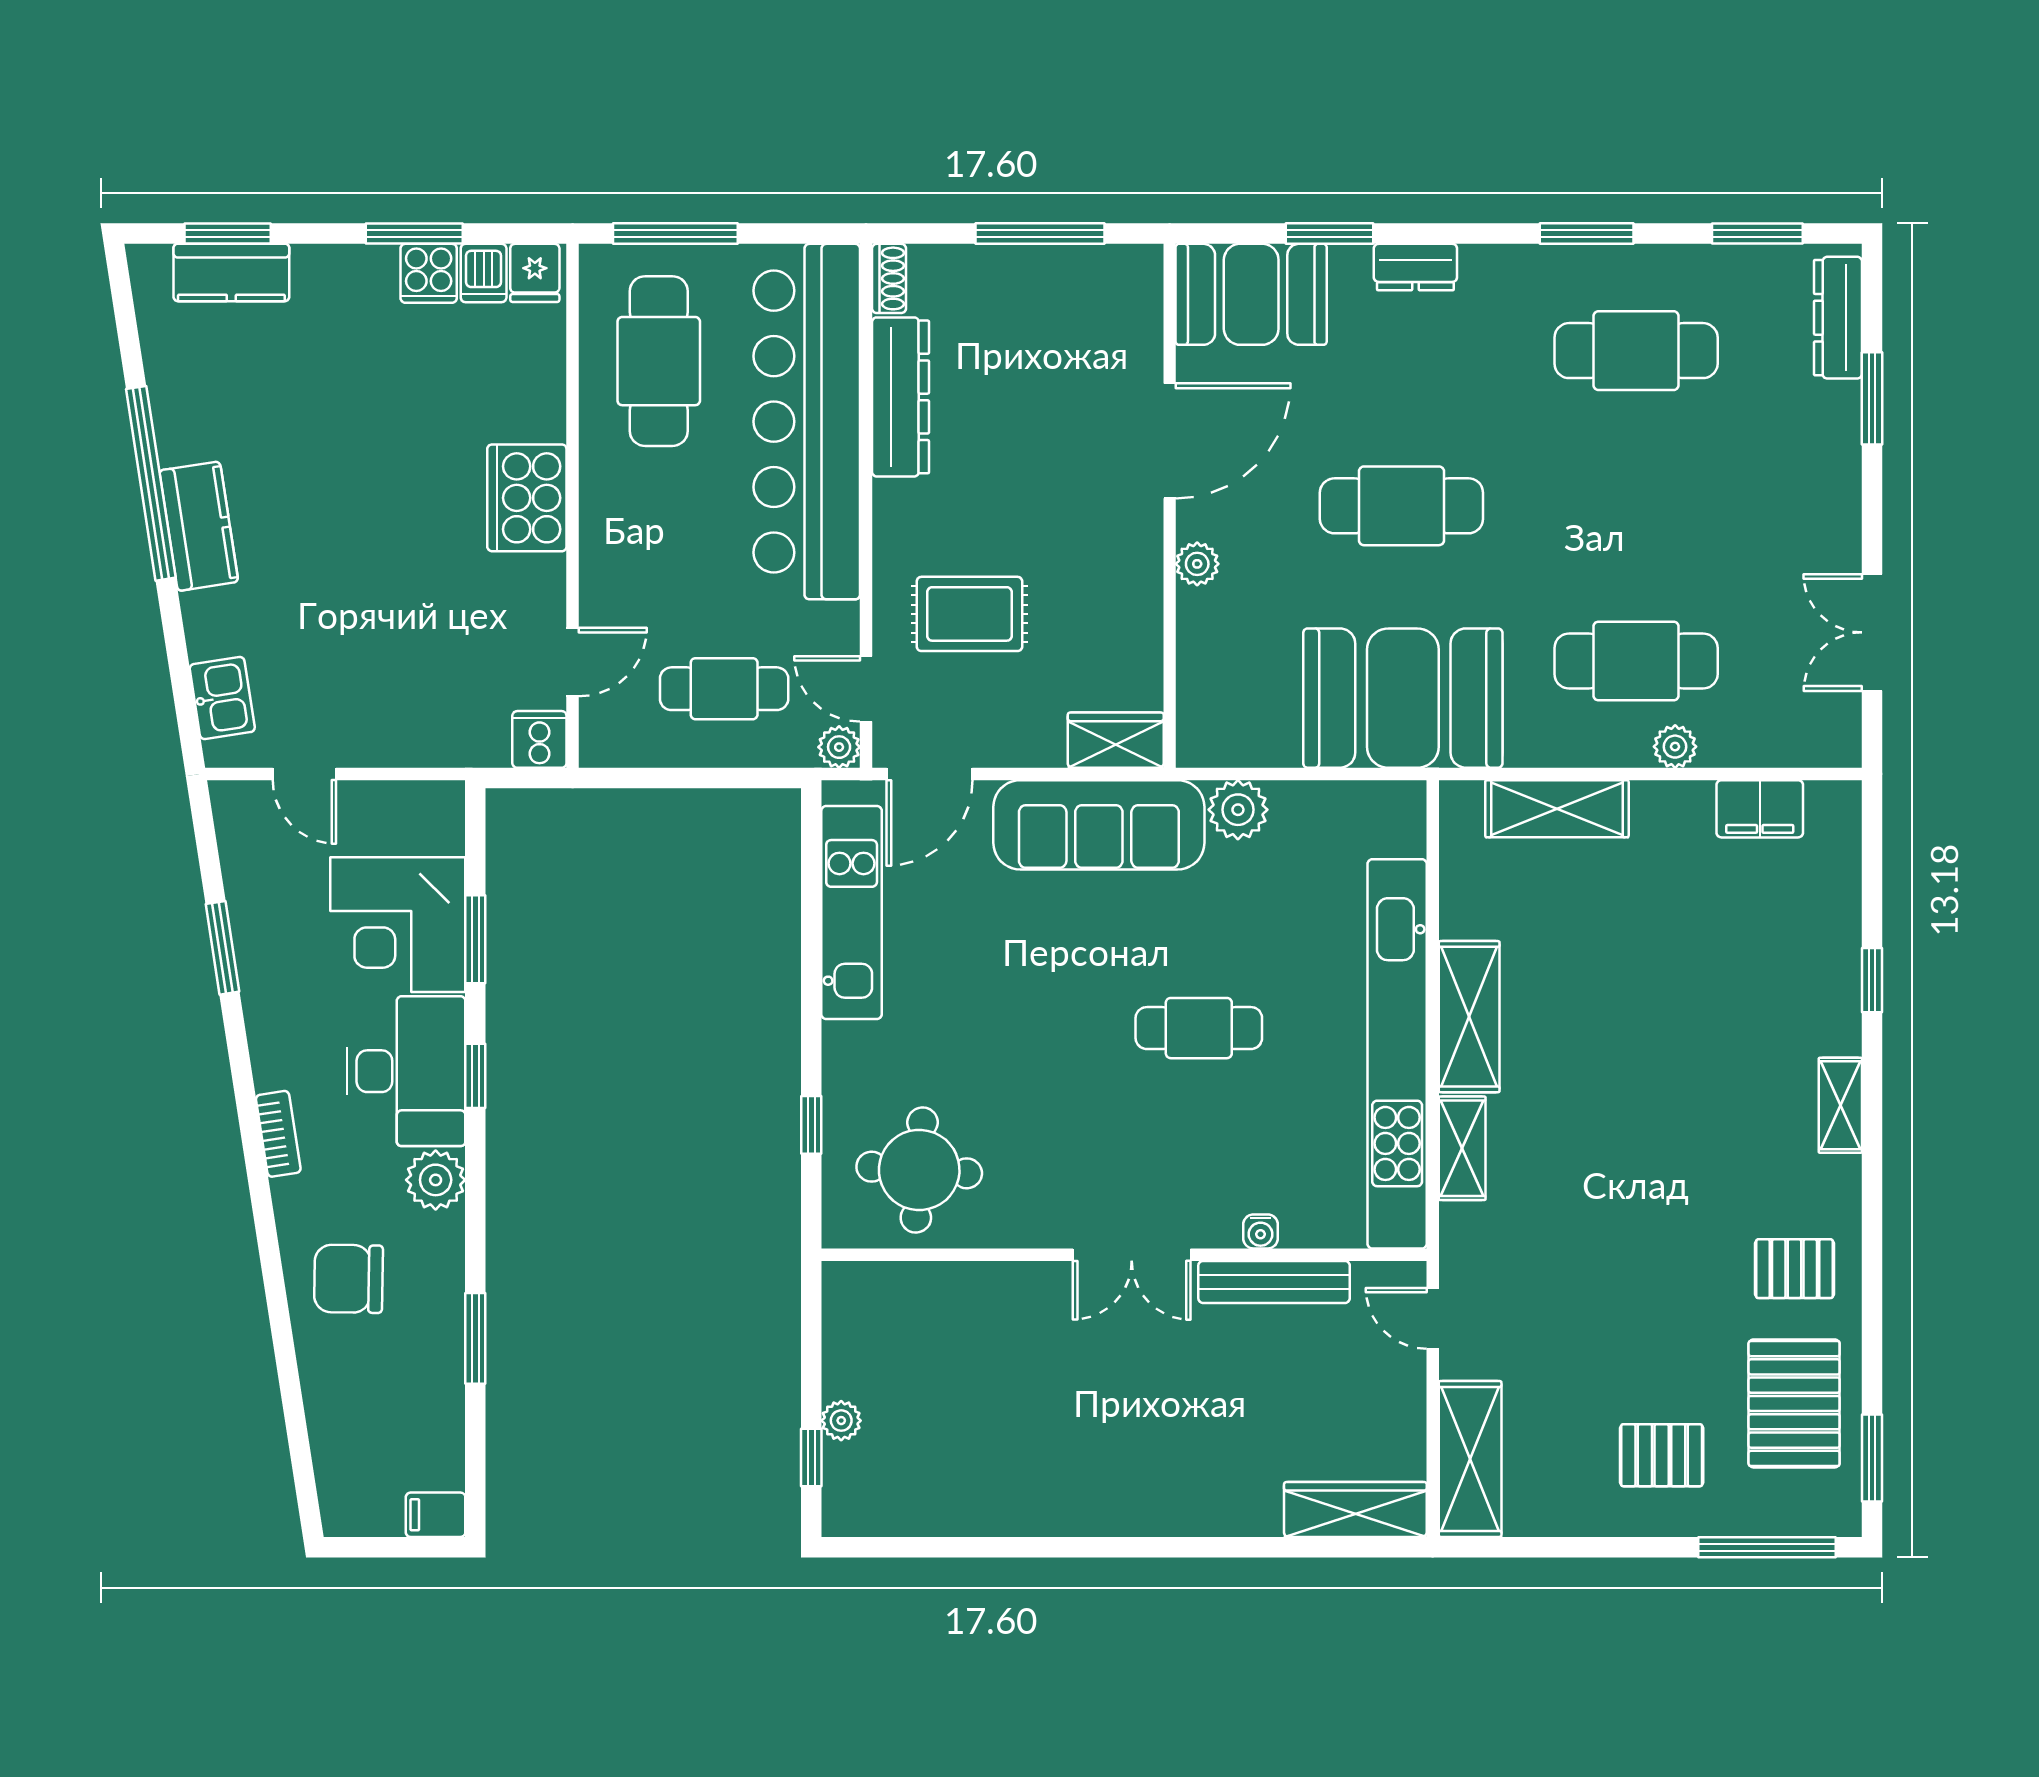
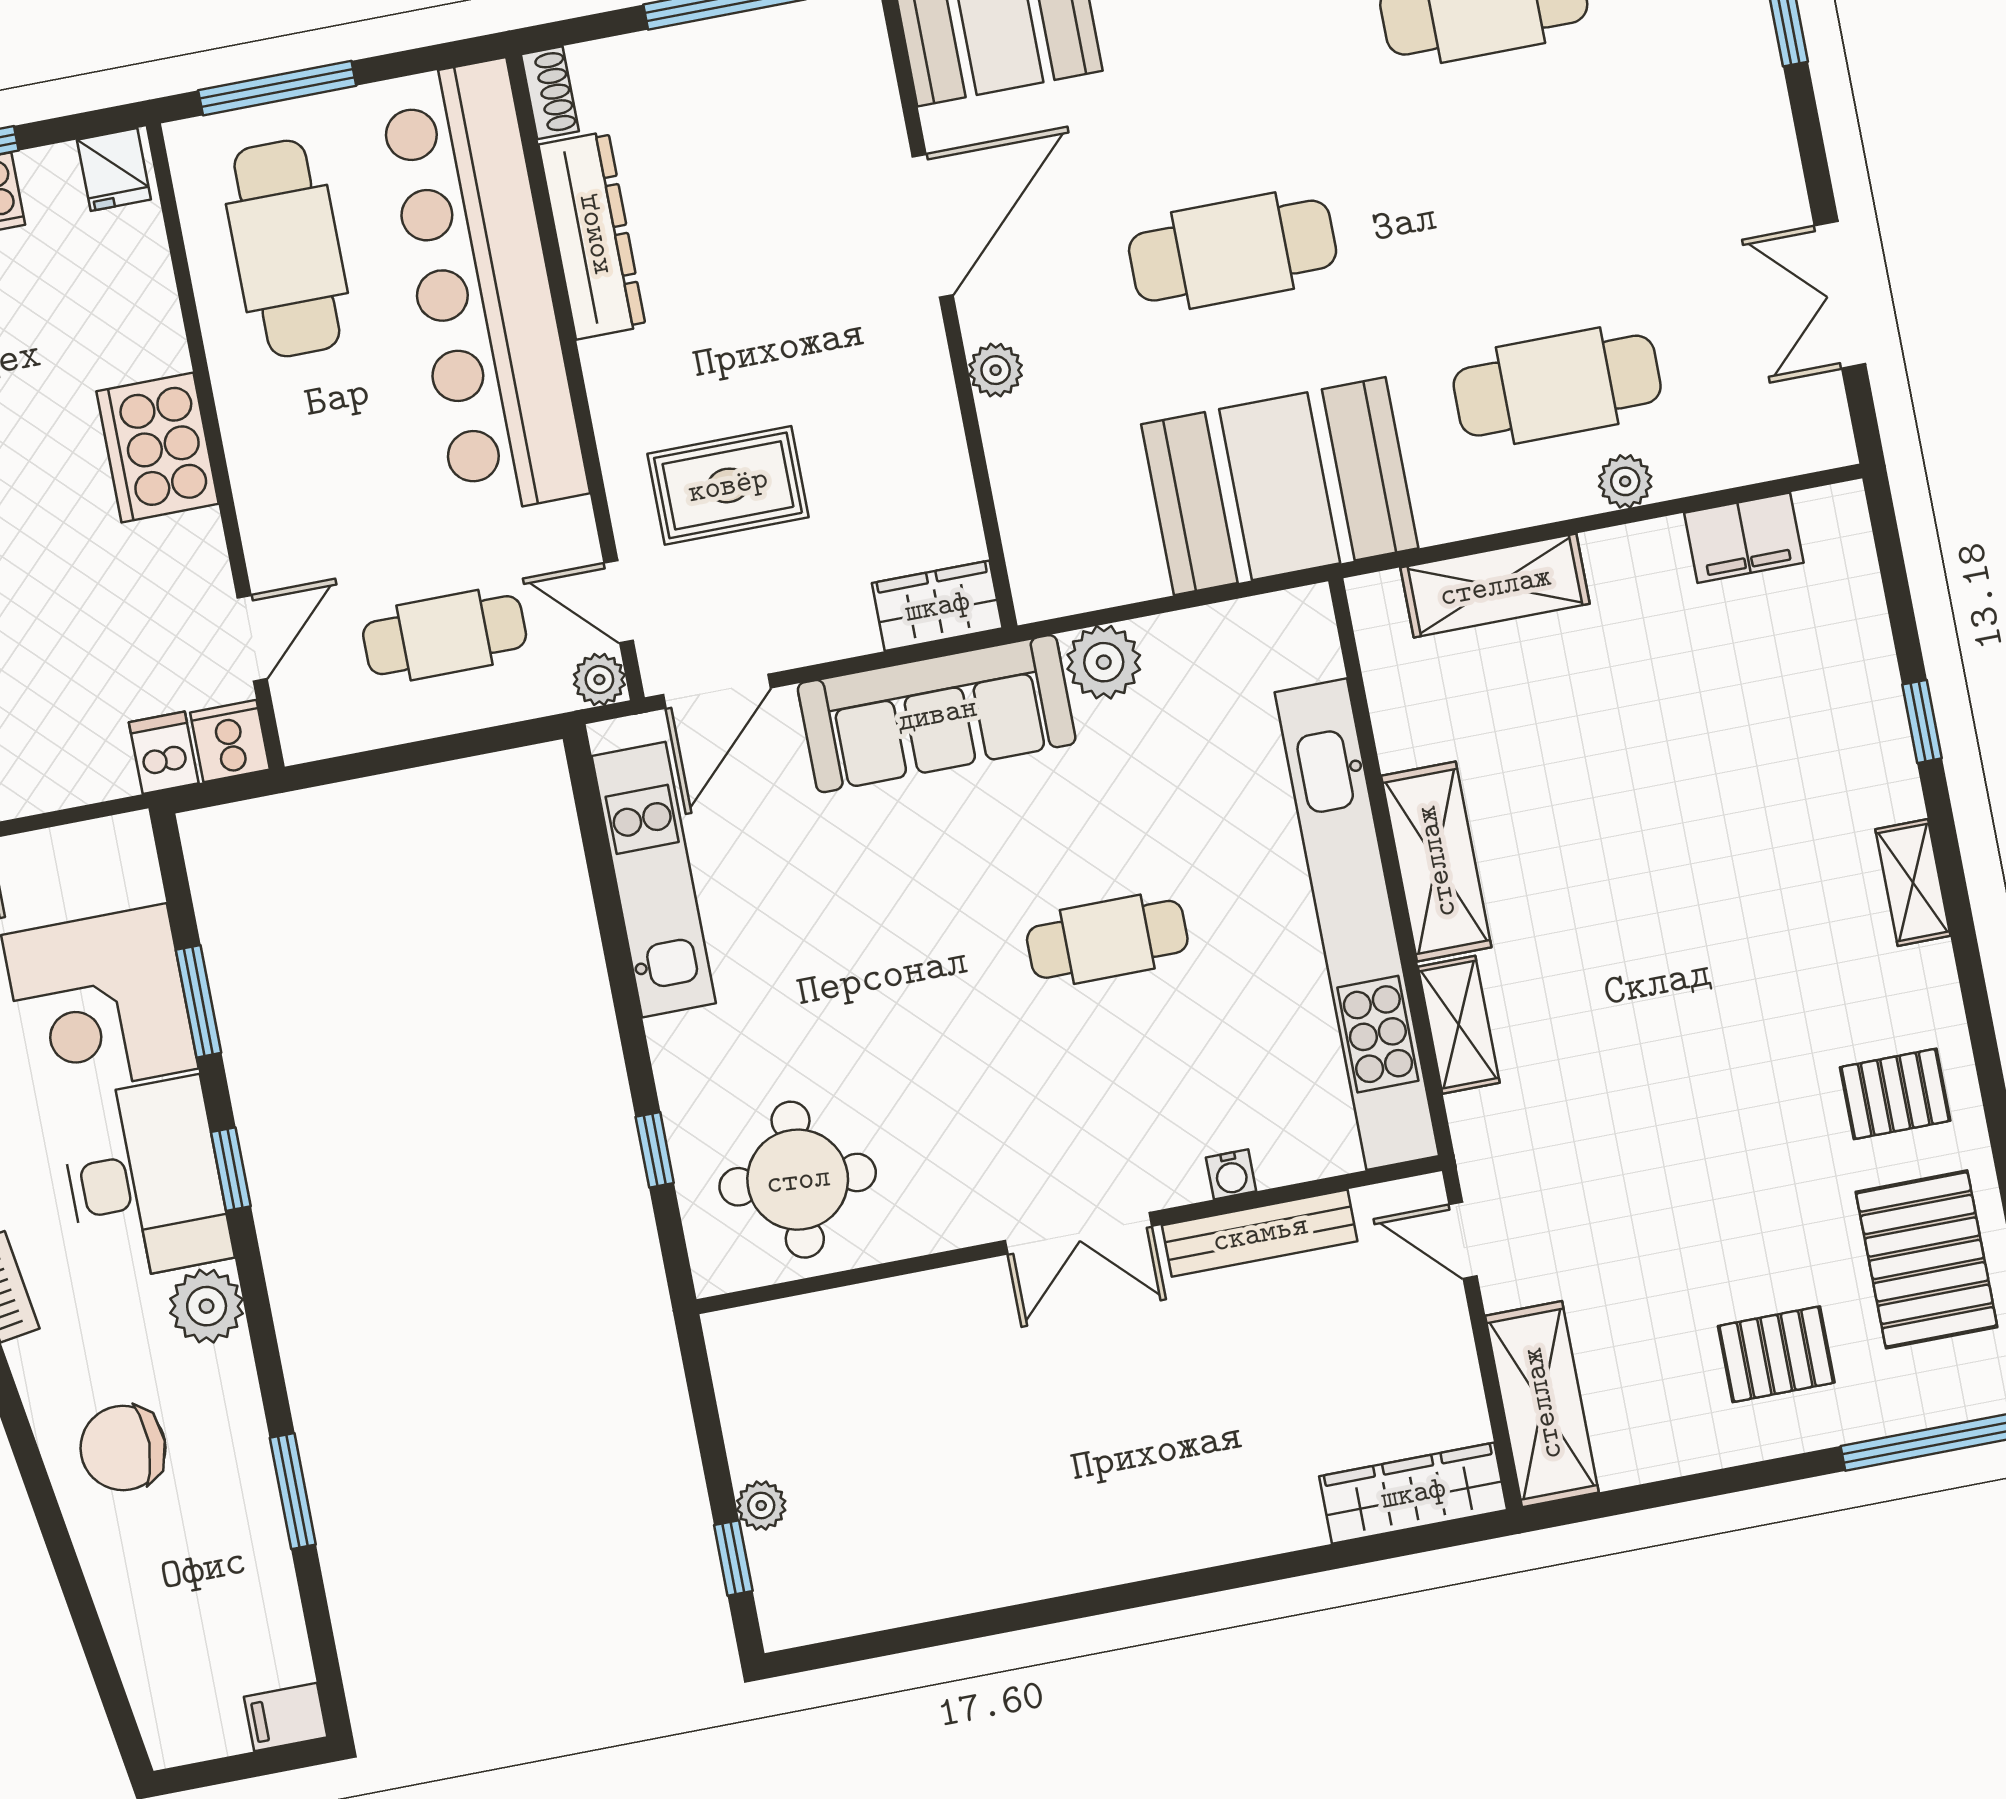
dishwasher: (484, 273) -> (164, 753), moved, turned 180

